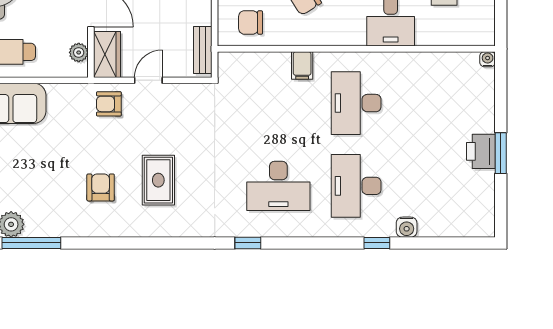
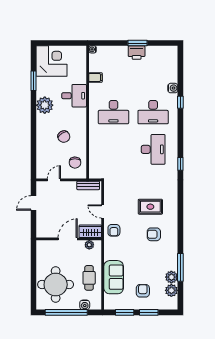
filing cabinet: (302, 65) -> (96, 78), moved

